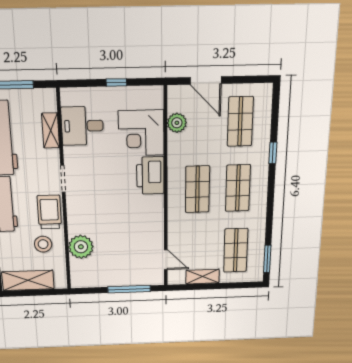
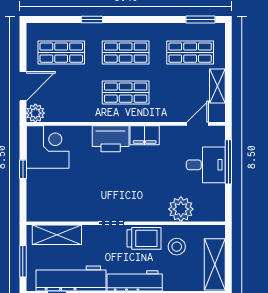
plant: (177, 123) -> (35, 113), moved
desk: (82, 126) -> (206, 165), moved, turned -90
shelving: (51, 131) -> (57, 235), width x1.50, depth x1.33
corner desk: (141, 133) -> (48, 147), moved, turned -90
filing cabinet: (154, 209) -> (145, 135), added
trolley: (49, 212) -> (144, 238), turned 180

